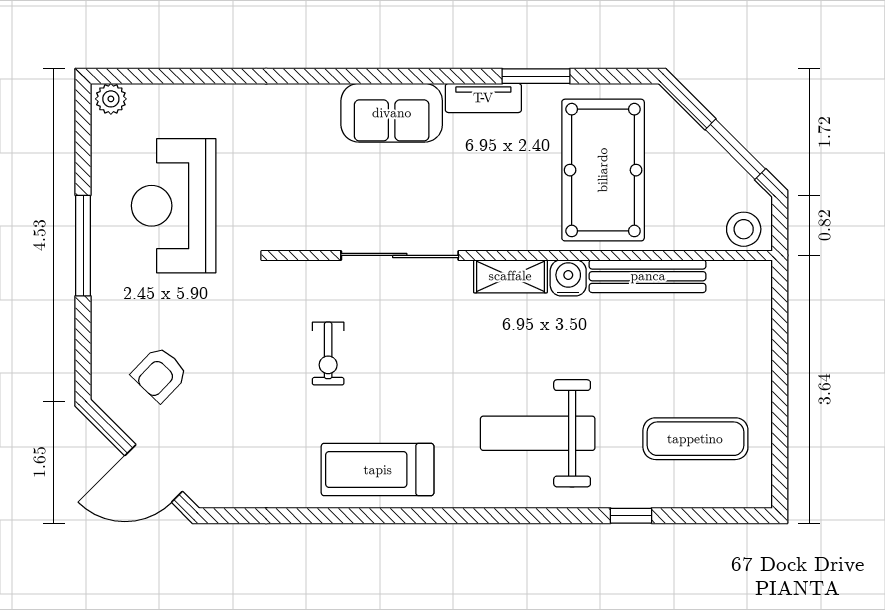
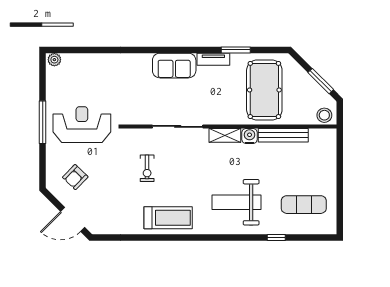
reception desk: (174, 206) -> (82, 125), moved, turned 90
treadmill: (378, 470) -> (168, 218), turned 180

